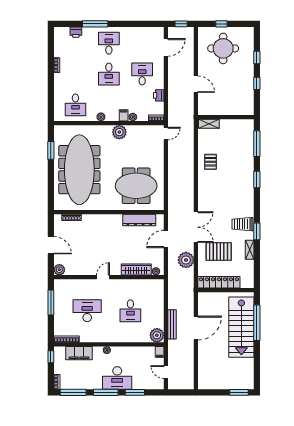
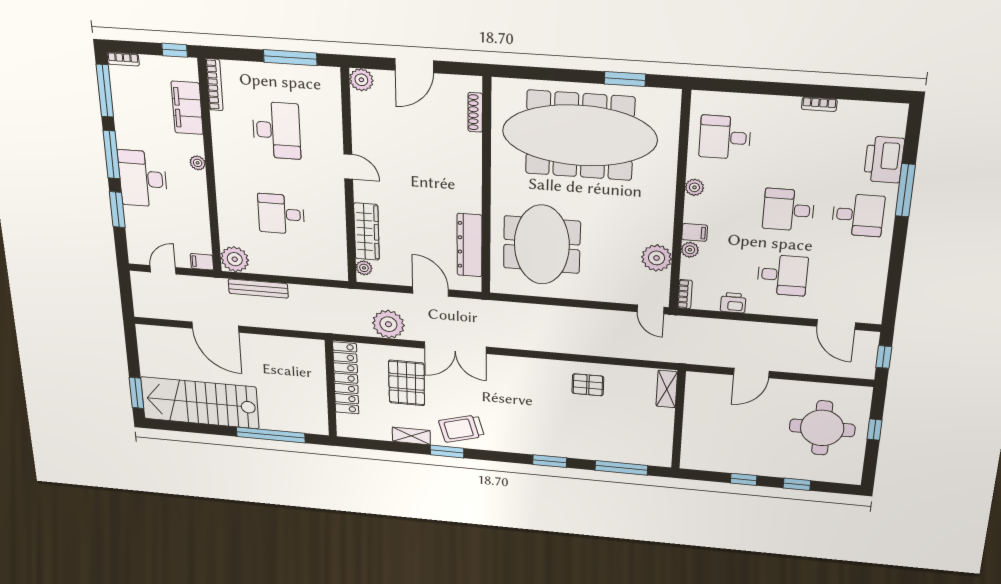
printer: (76, 32) -> (884, 160), width x1.87, depth x1.48
plant: (119, 132) -> (657, 258), moved
trolley: (242, 224) -> (461, 429), turned -106
stairs: (241, 327) -> (200, 403), moved
door: (196, 328) -> (215, 327), moved

